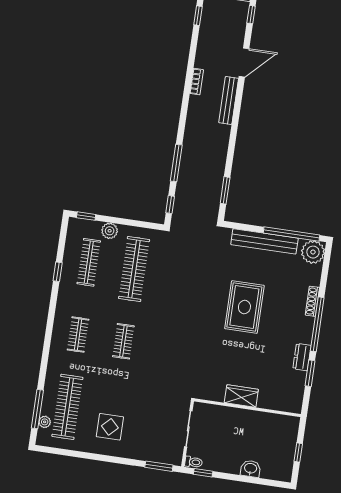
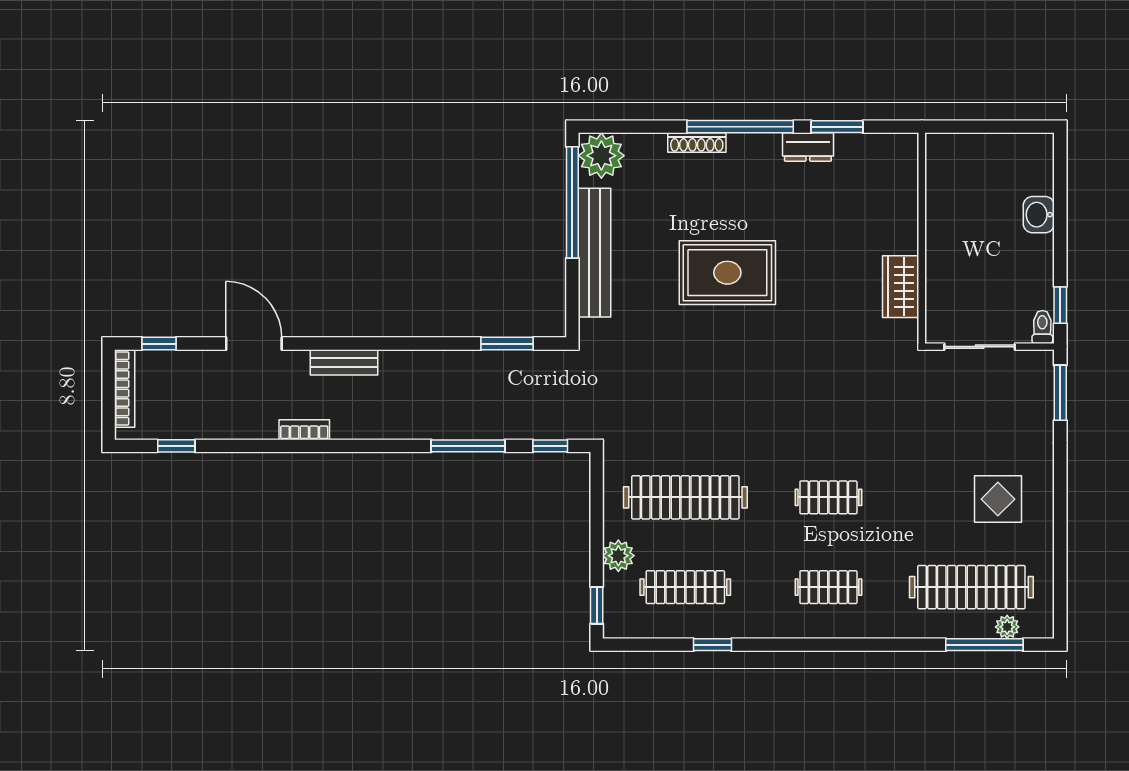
bench: (229, 100) -> (344, 362), width x0.73
wardrobe: (241, 396) -> (901, 287), moved
window: (298, 452) -> (994, 127), removed

